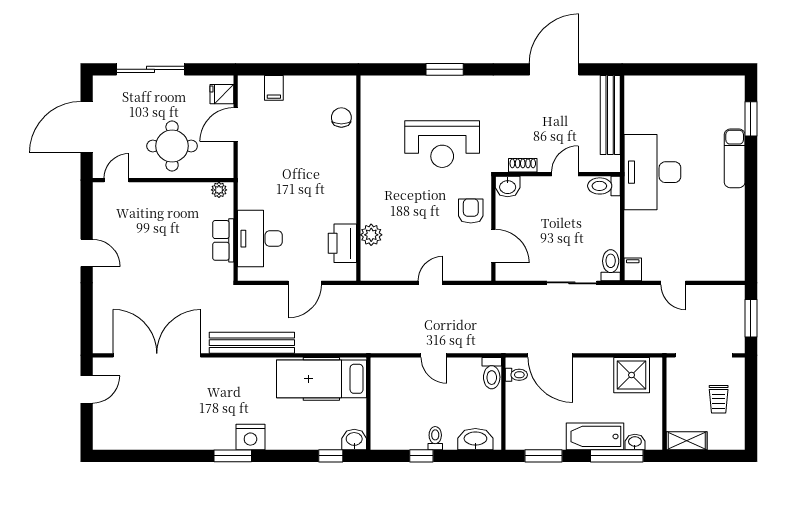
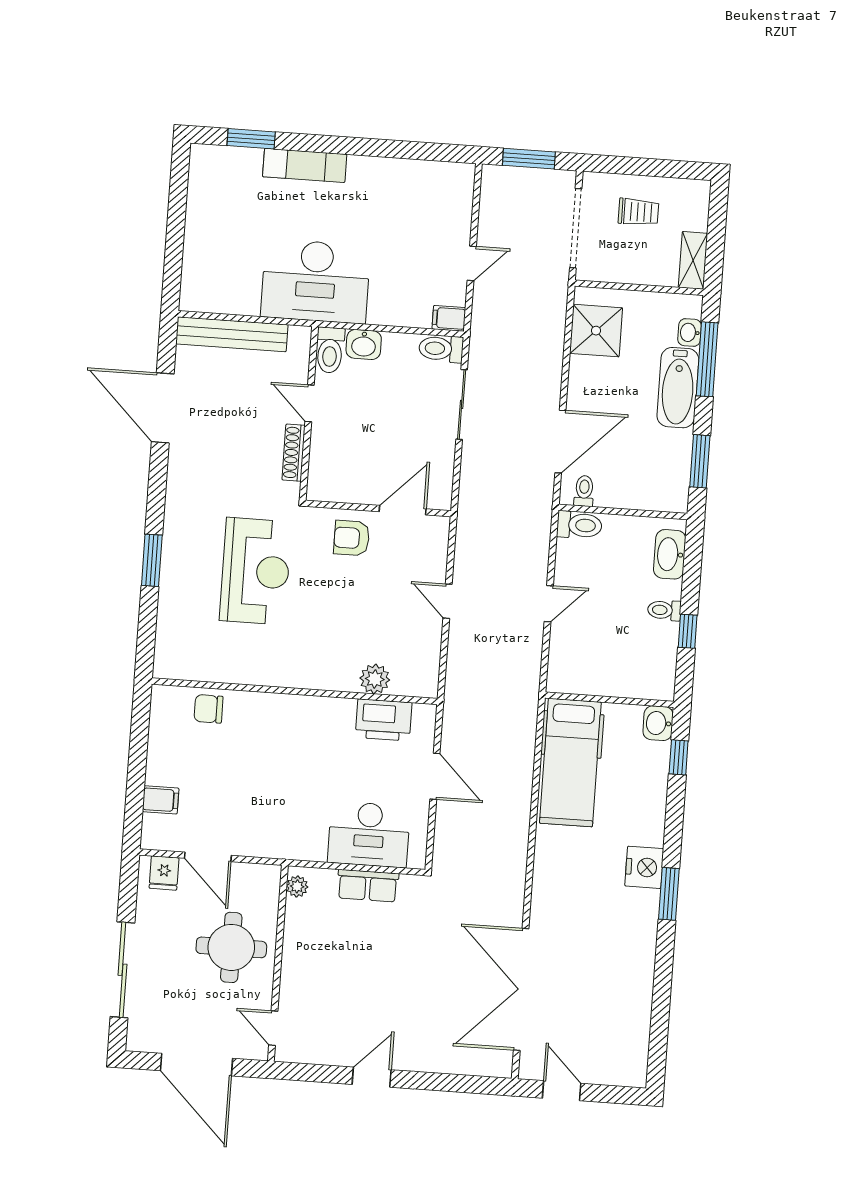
shoe rack: (523, 165) -> (294, 453), width x1.43
washbasin: (508, 187) -> (364, 345), moved, turned 90
bench: (252, 343) -> (513, 856), removed

